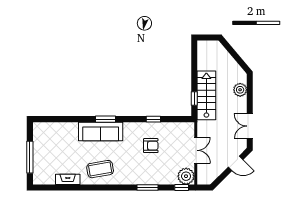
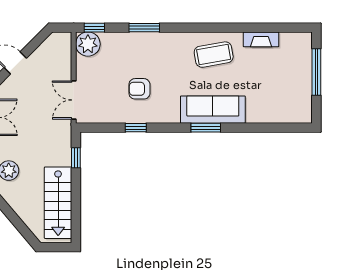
stairs: (206, 95) -> (58, 203), moved
double door: (196, 150) -> (74, 100), moved

